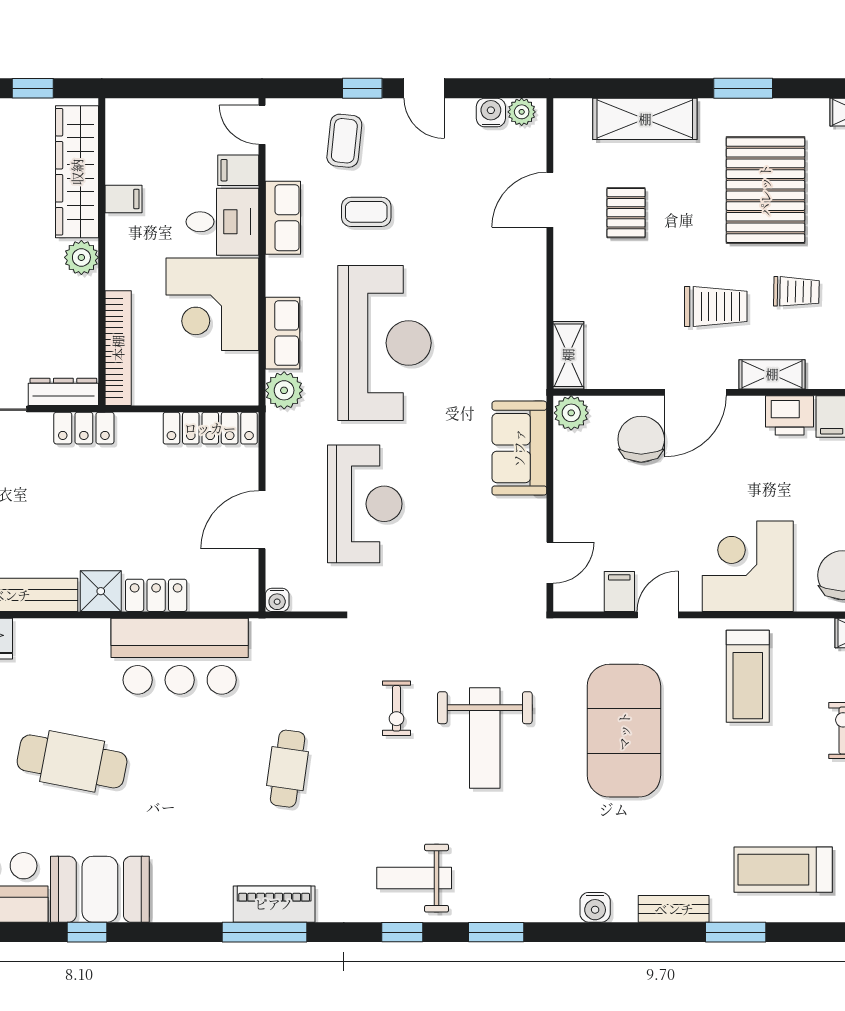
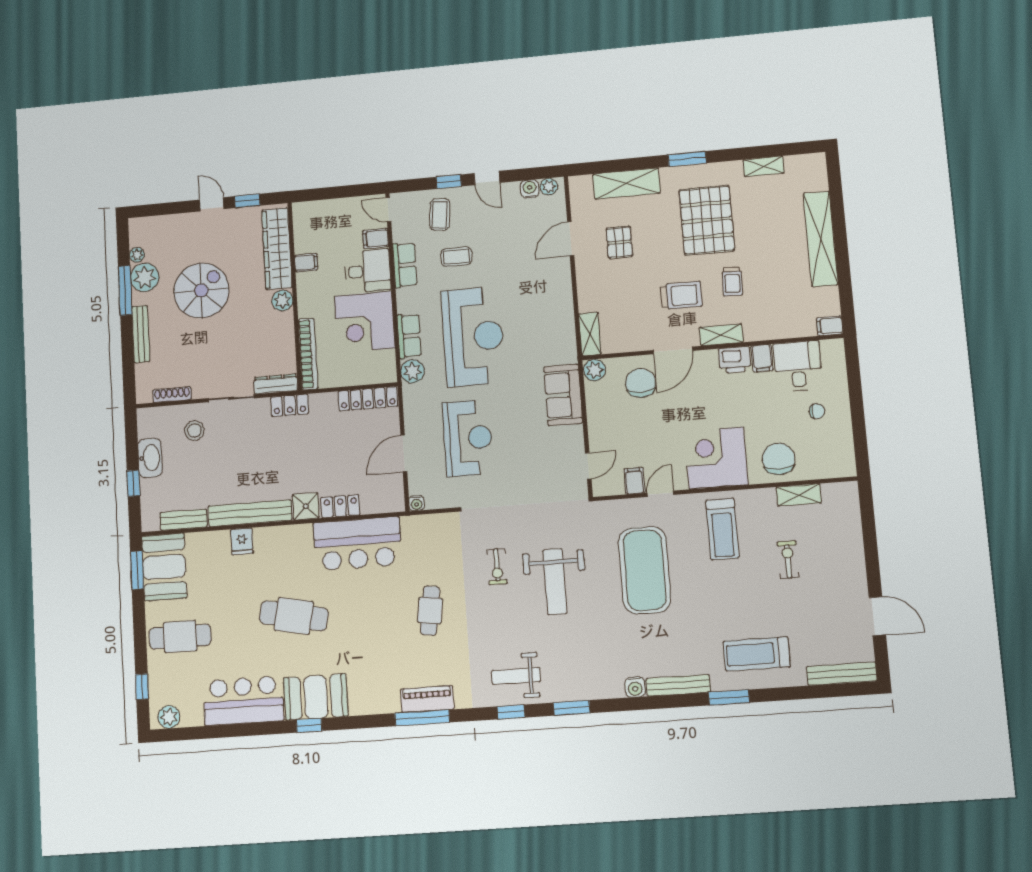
trolley: (796, 292) -> (732, 282), turned 91
bench: (674, 909) -> (678, 685), width x1.36

